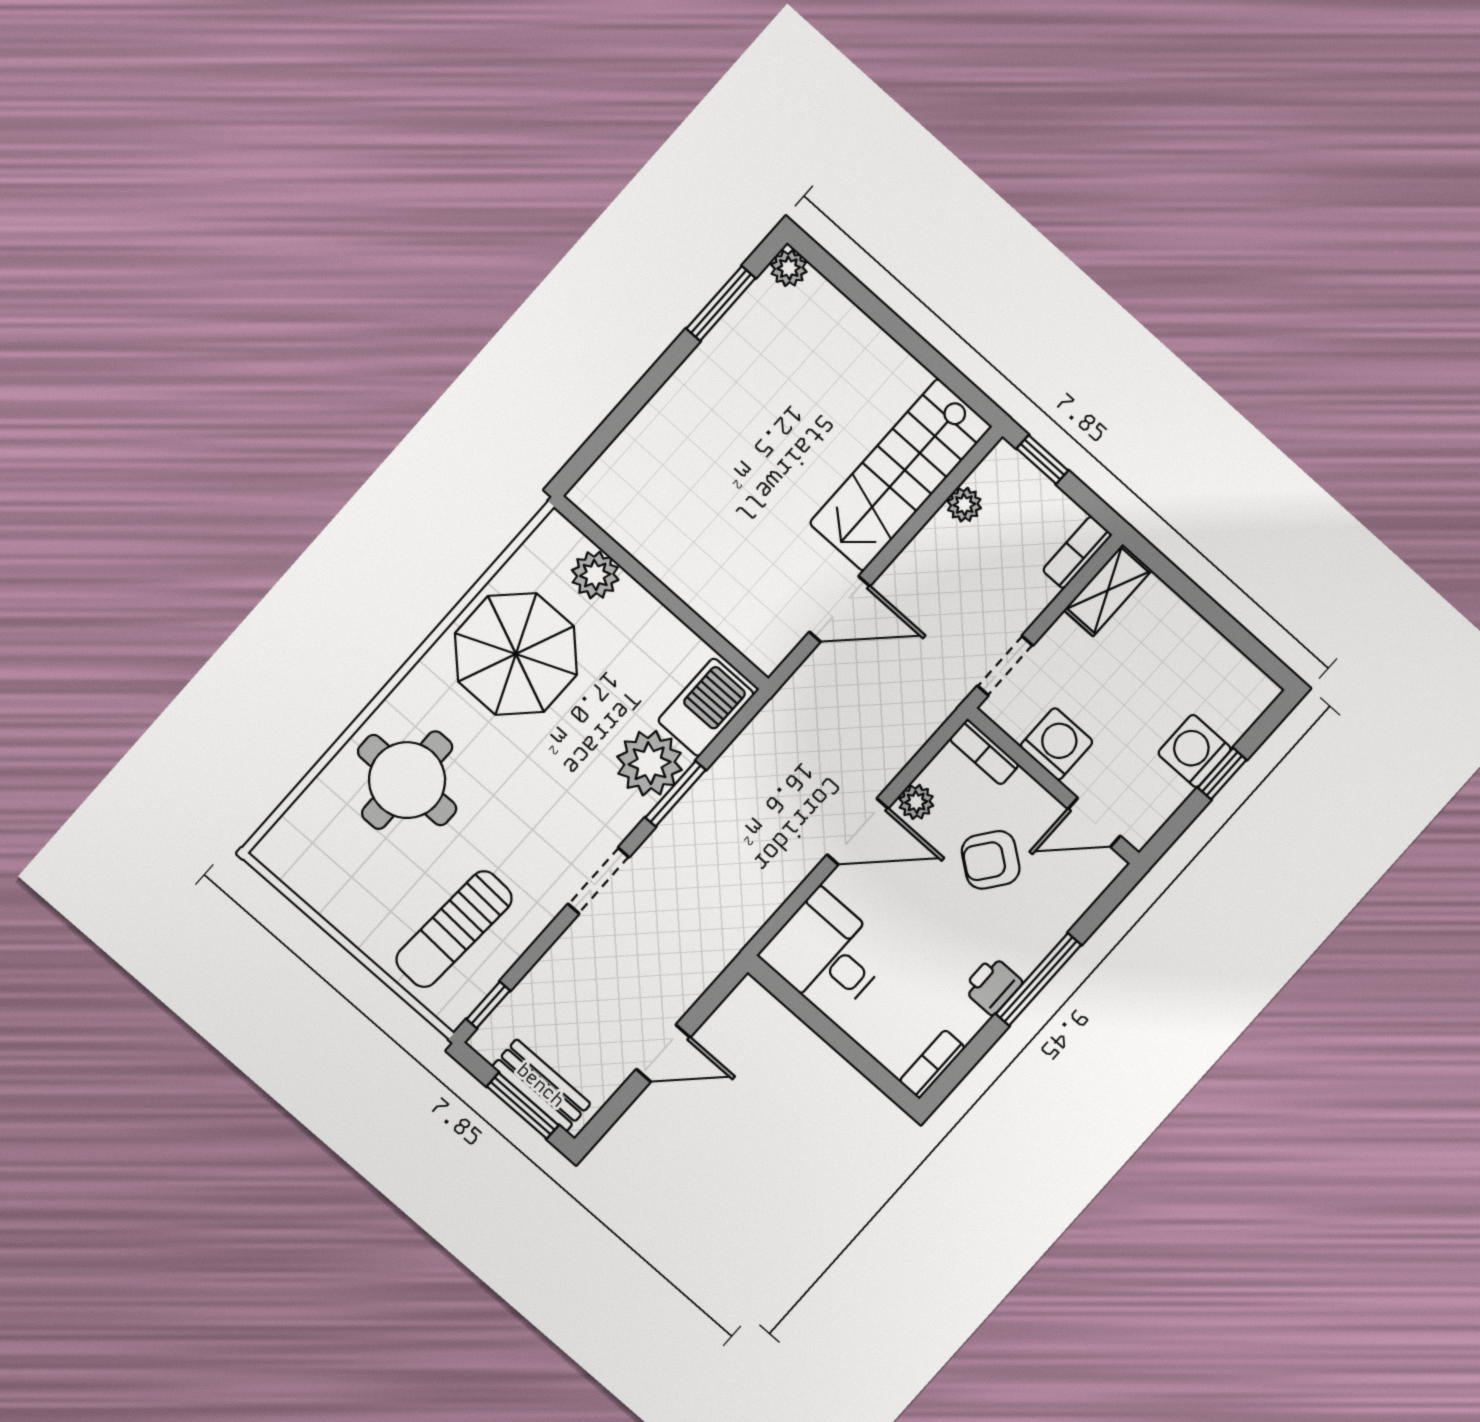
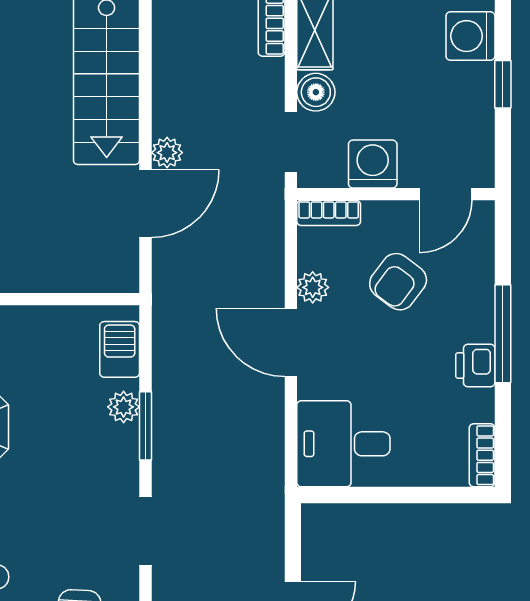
plant: (964, 505) -> (167, 153), moved
boiler: (1063, 642) -> (316, 92), added
barbecue: (706, 707) -> (120, 349), width x0.73, depth x0.79
washing machine: (1195, 751) -> (470, 36), moved
plant: (650, 763) -> (124, 407), width x0.53, depth x0.53
door: (858, 832) -> (291, 342), swing flipped

